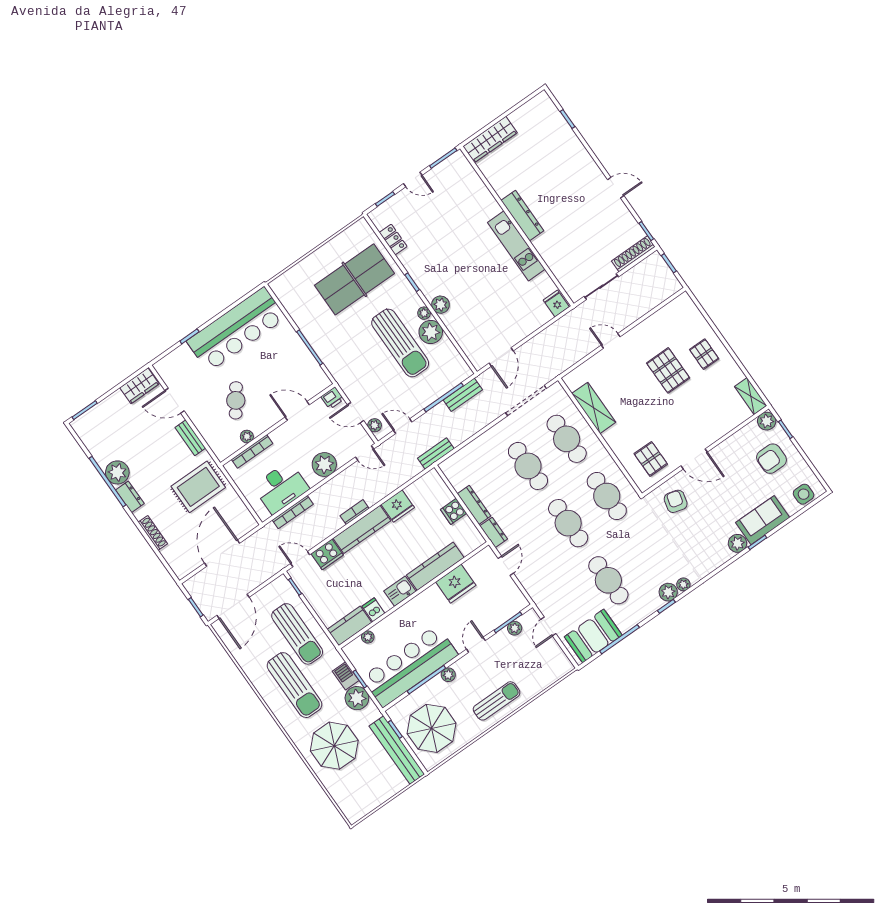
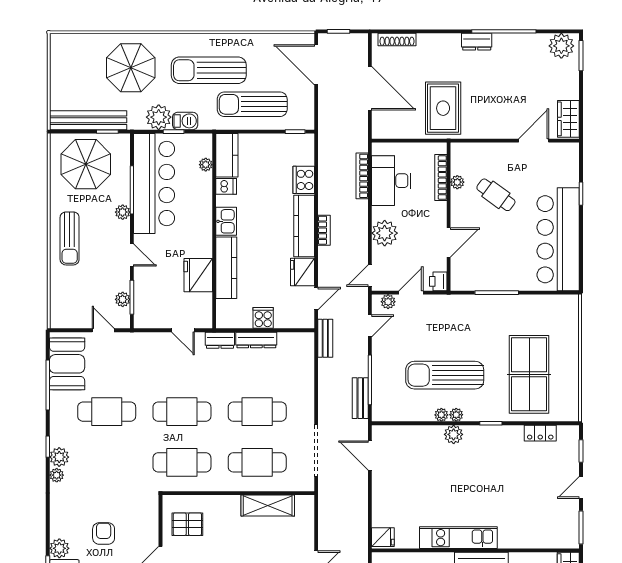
plant: (431, 332) -> (441, 415), width x0.53, depth x0.53
bench: (190, 438) -> (491, 132), removed
plant: (117, 472) -> (561, 46), moved
armchair: (676, 501) -> (104, 533), moved, turned -105
shoe rack: (153, 533) -> (397, 40), moved
door: (300, 559) -> (316, 299), moved

